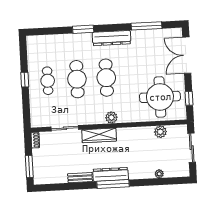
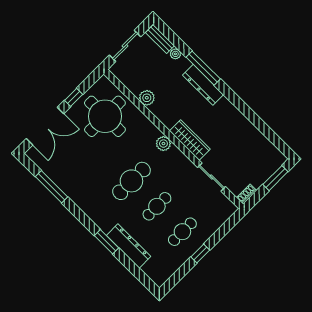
dresser: (112, 38) -> (129, 246), moved
cafe table: (77, 79) -> (157, 206), width x0.73, depth x0.74
window: (189, 98) -> (74, 97), moved
plant: (160, 132) -> (147, 98), moved
dresser: (111, 174) -> (203, 85), moved
bench: (80, 178) -> (160, 39), moved
window: (113, 184) -> (203, 68), moved

